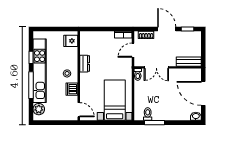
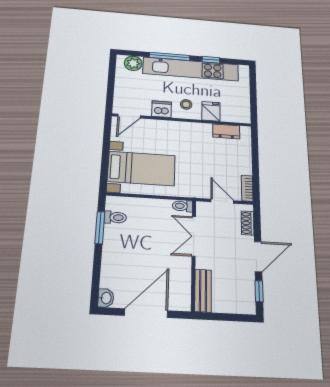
fridge: (71, 41) -> (211, 111), moved
dresser: (85, 64) -> (226, 131), moved

